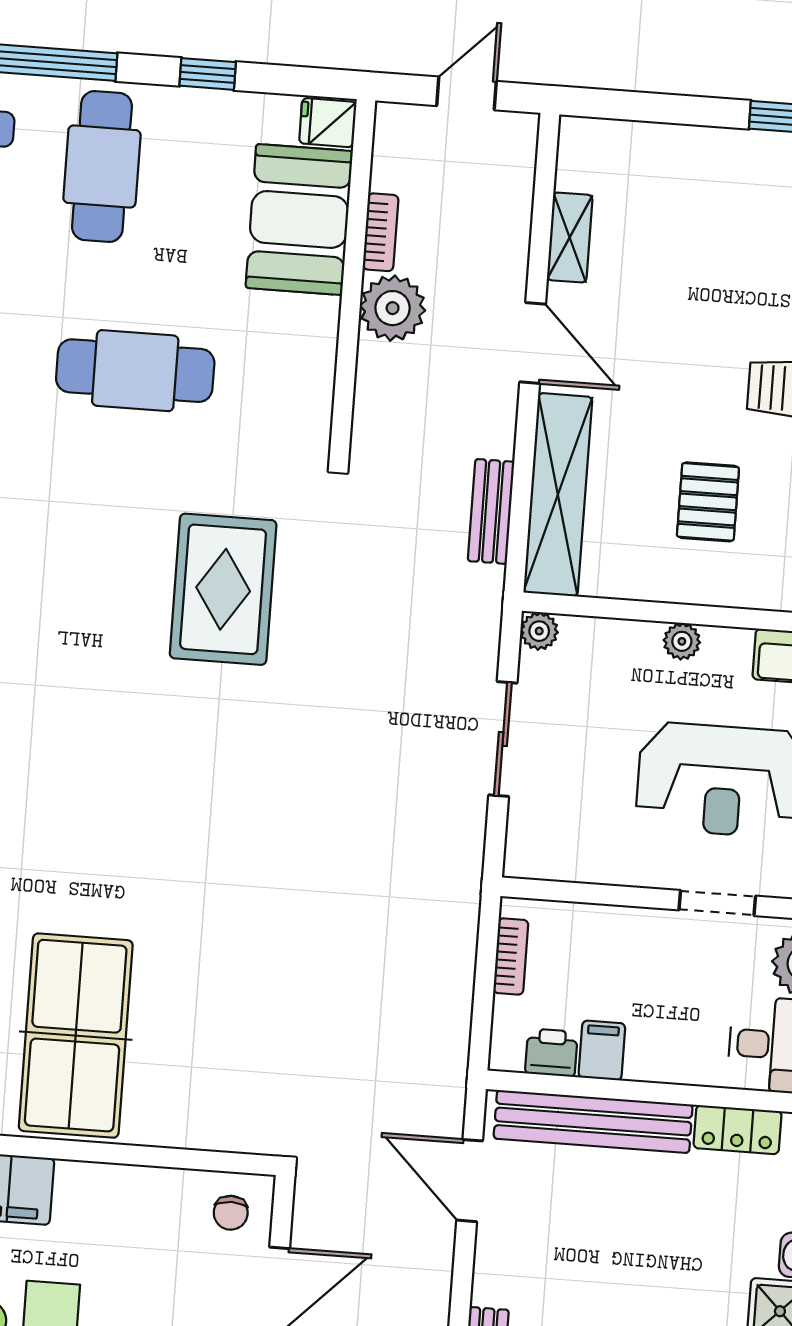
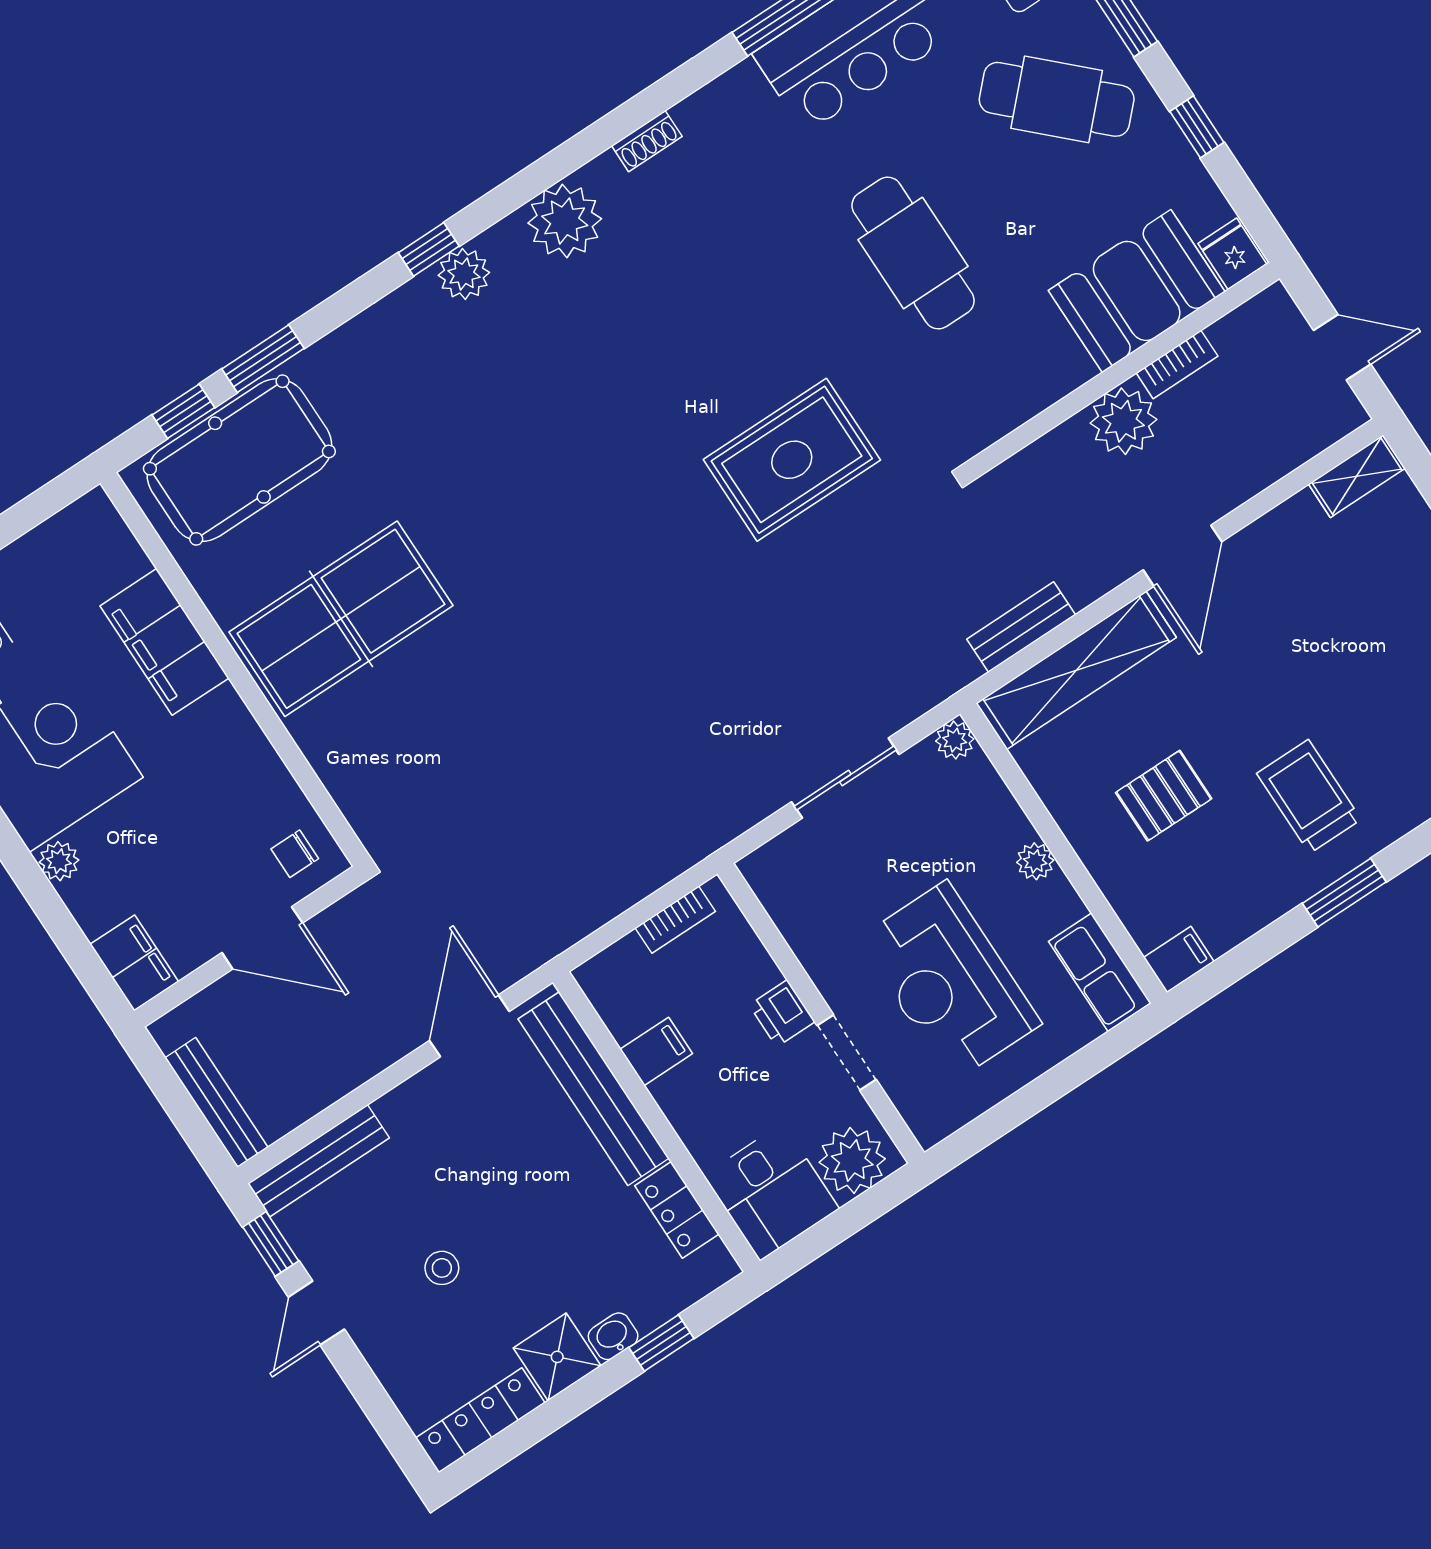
cafe table: (102, 166) -> (1057, 99), turned 44
shelving: (570, 238) -> (1357, 476), moved
printer: (551, 1053) -> (782, 1013), moved, turned 180

